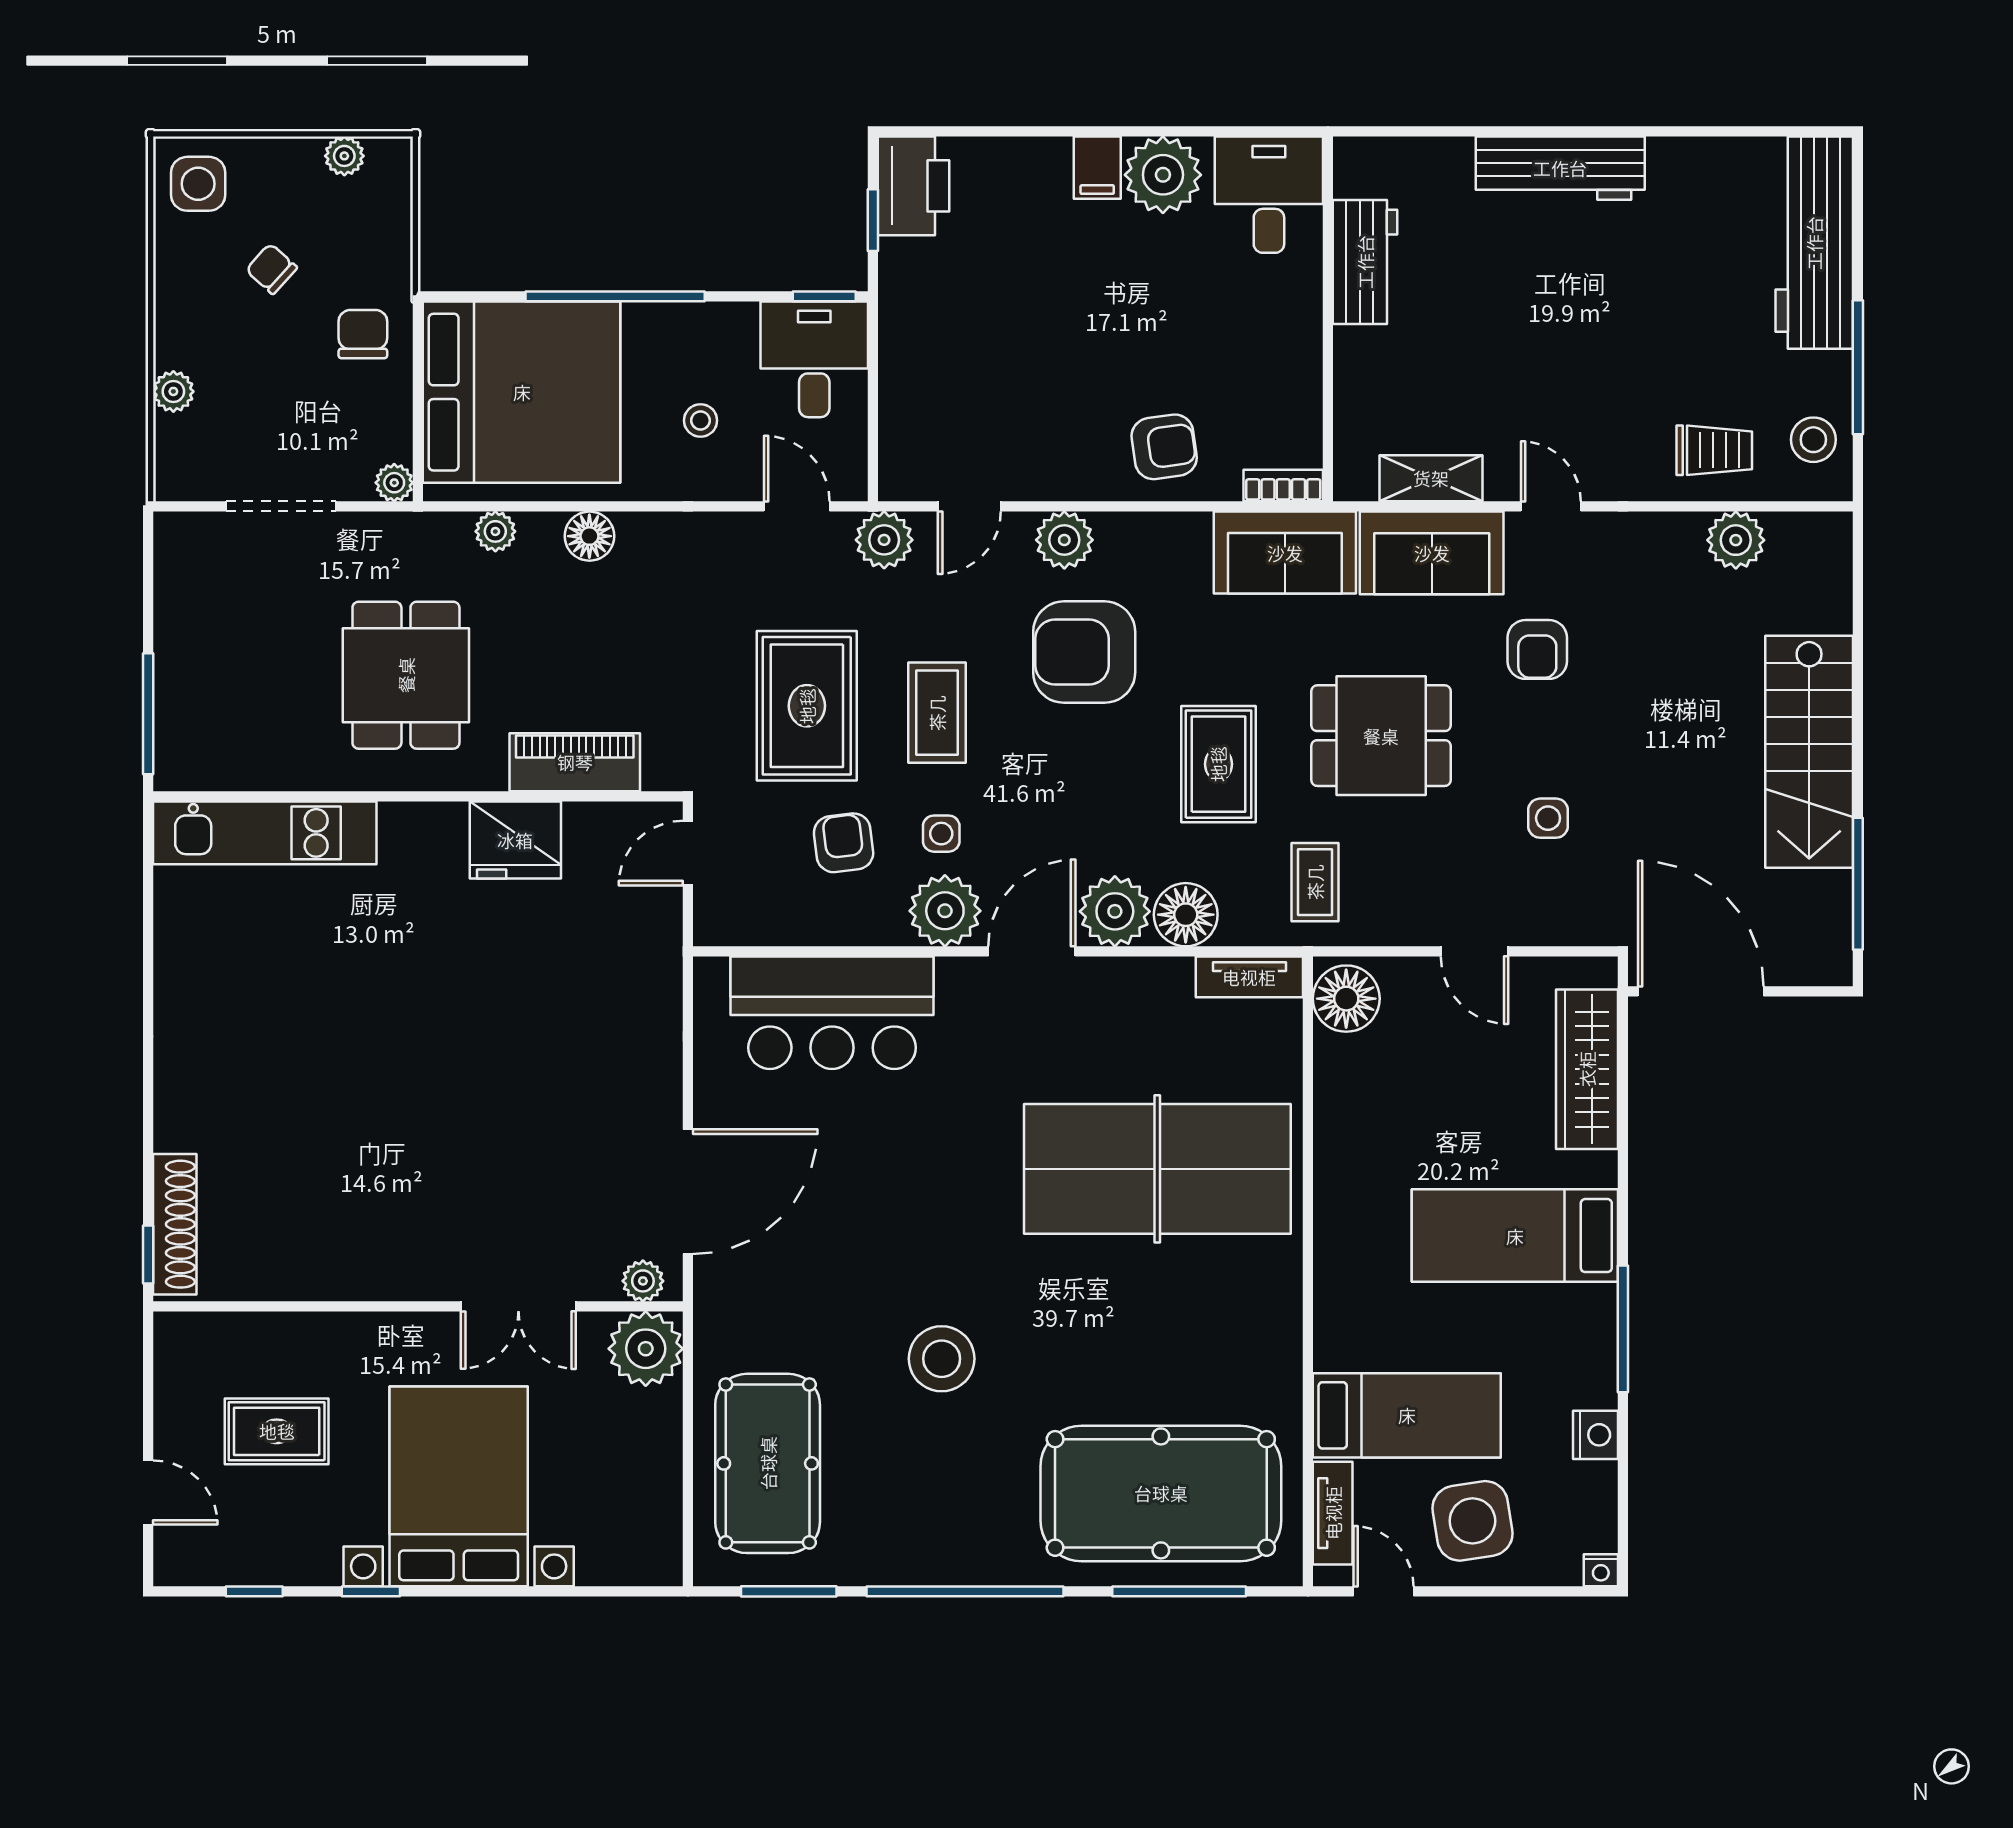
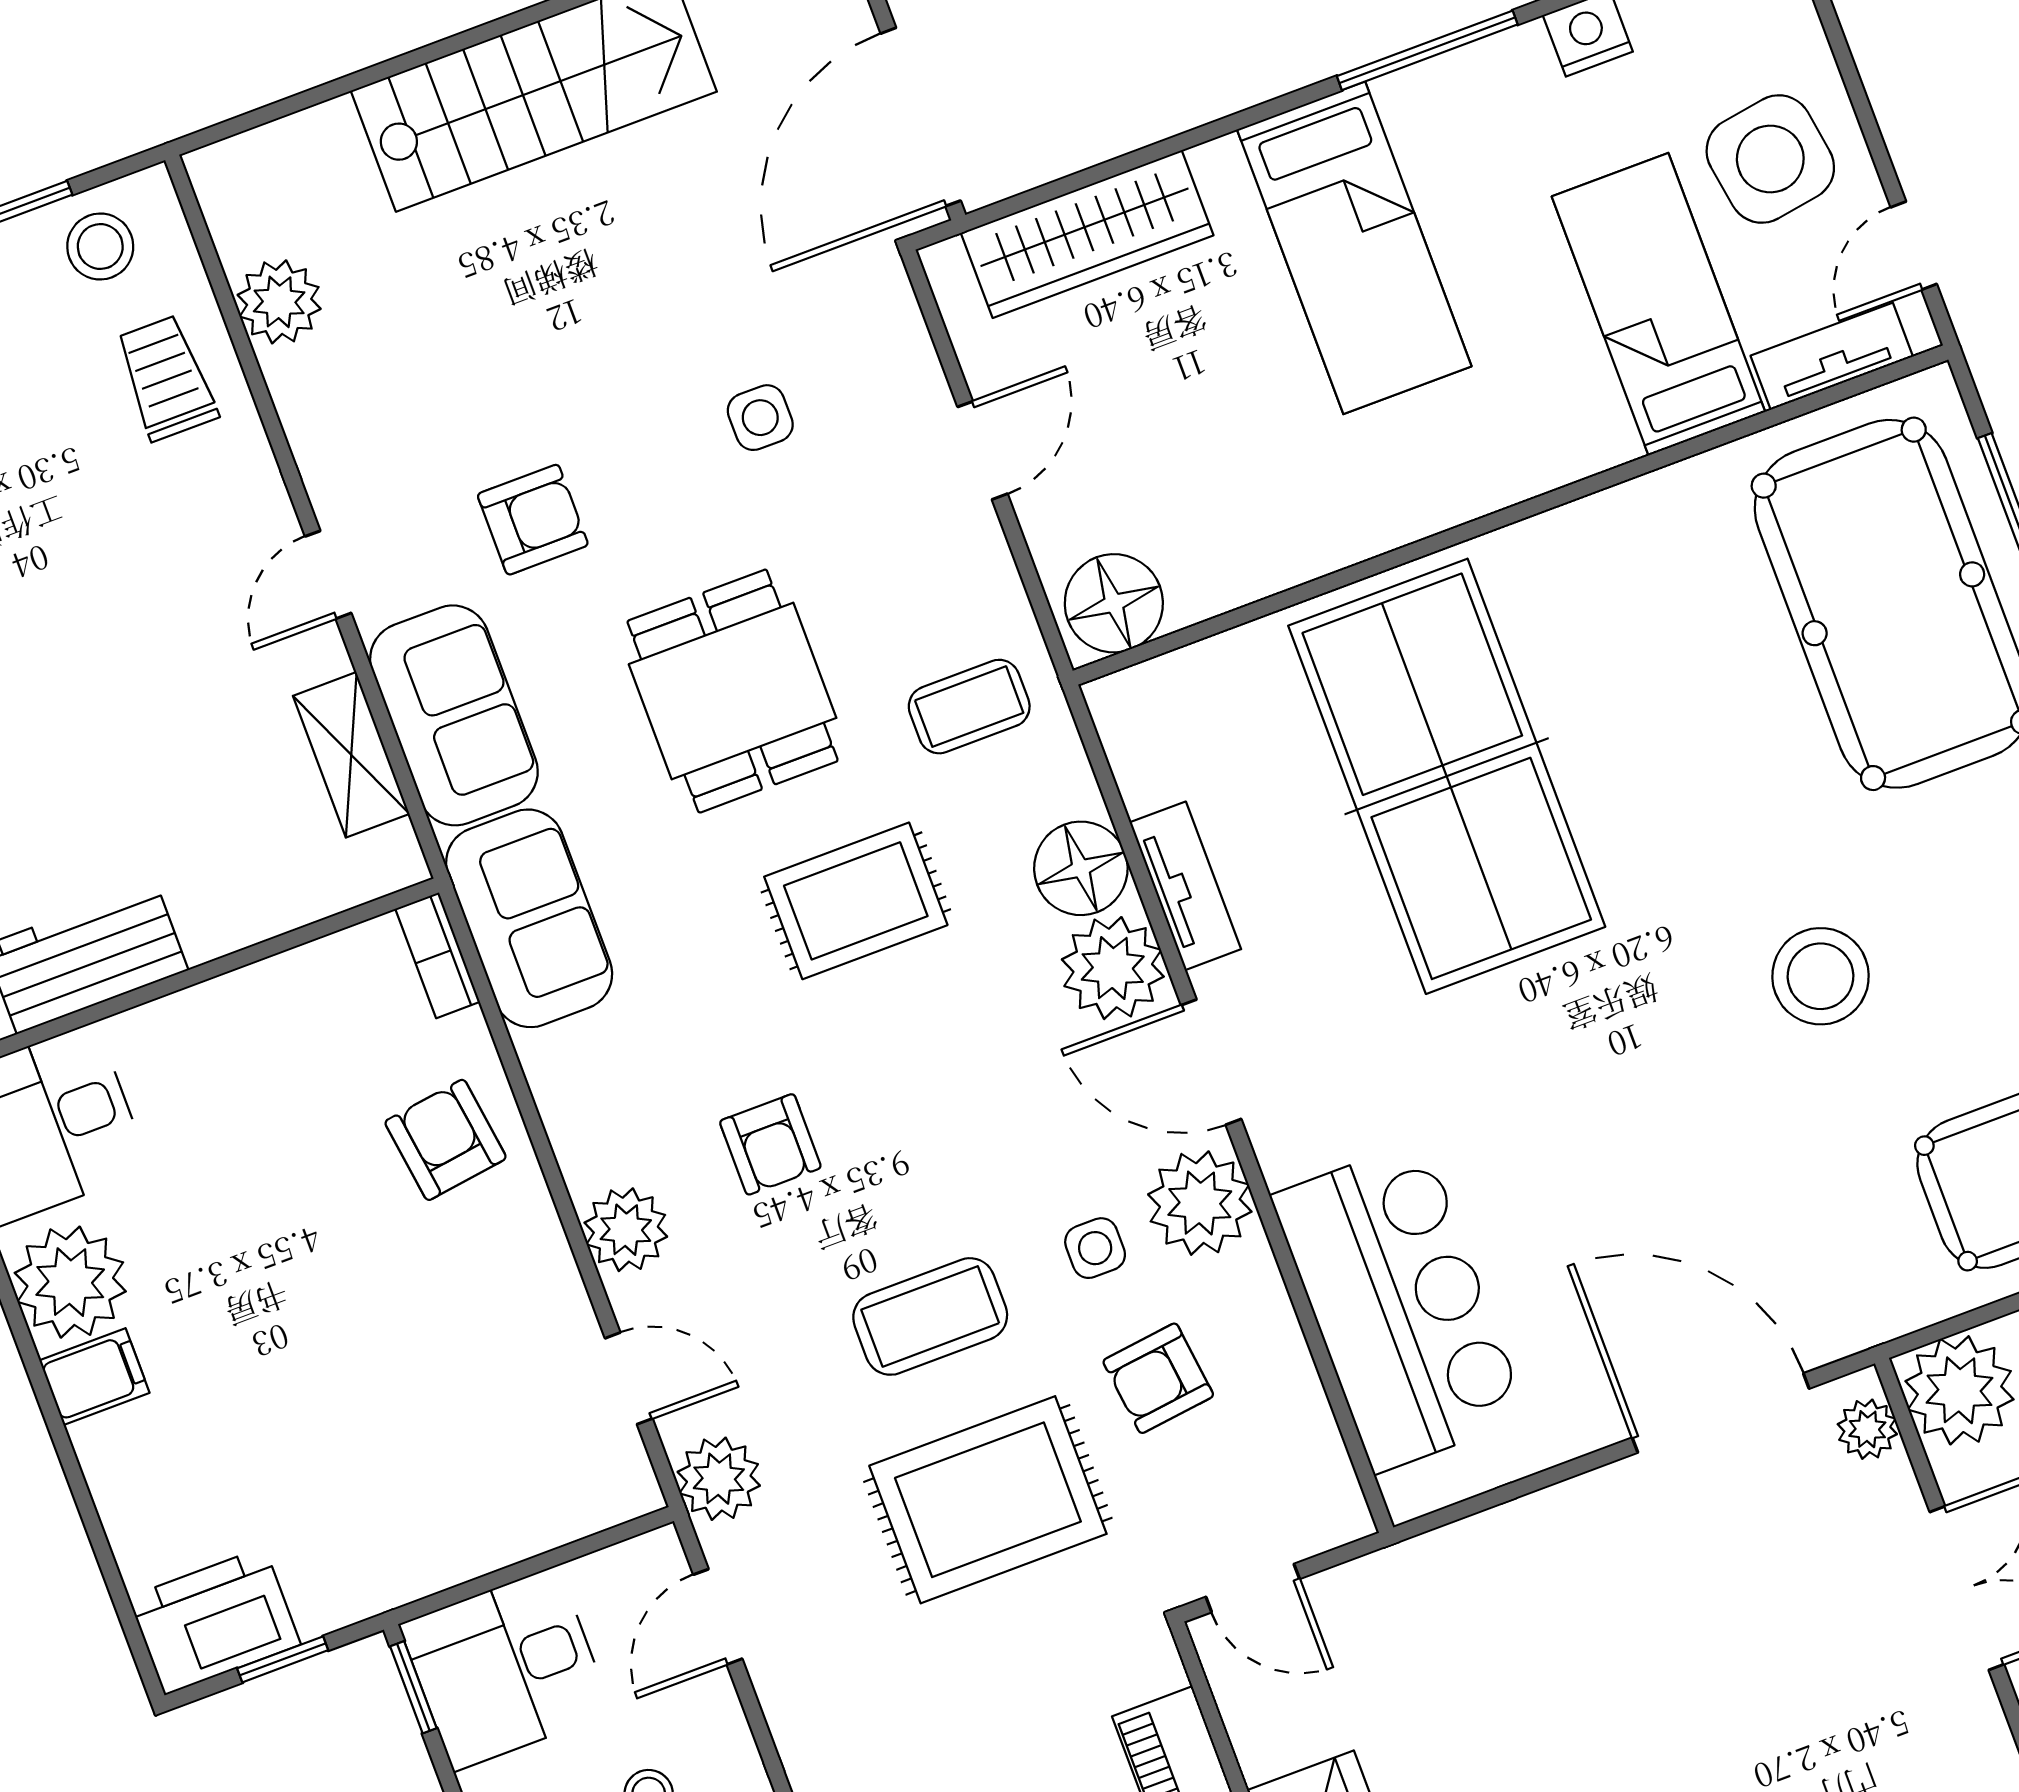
armchair: (1084, 652) -> (770, 1144), width x0.53, depth x0.53
tv unit: (1249, 977) -> (1185, 886), moved

